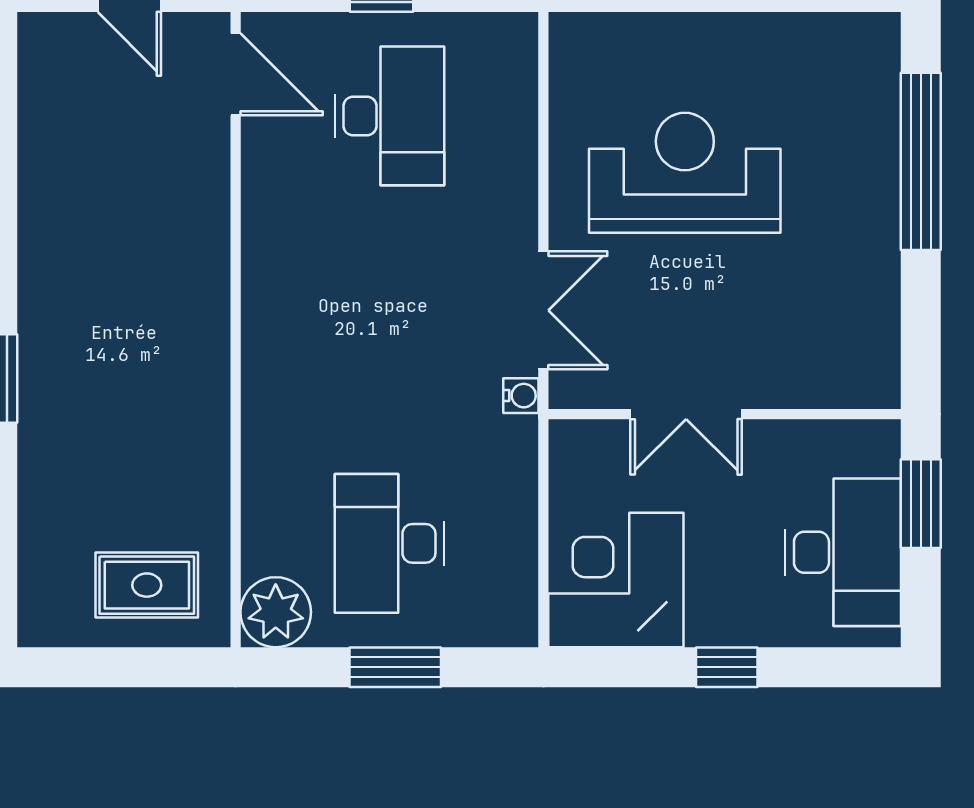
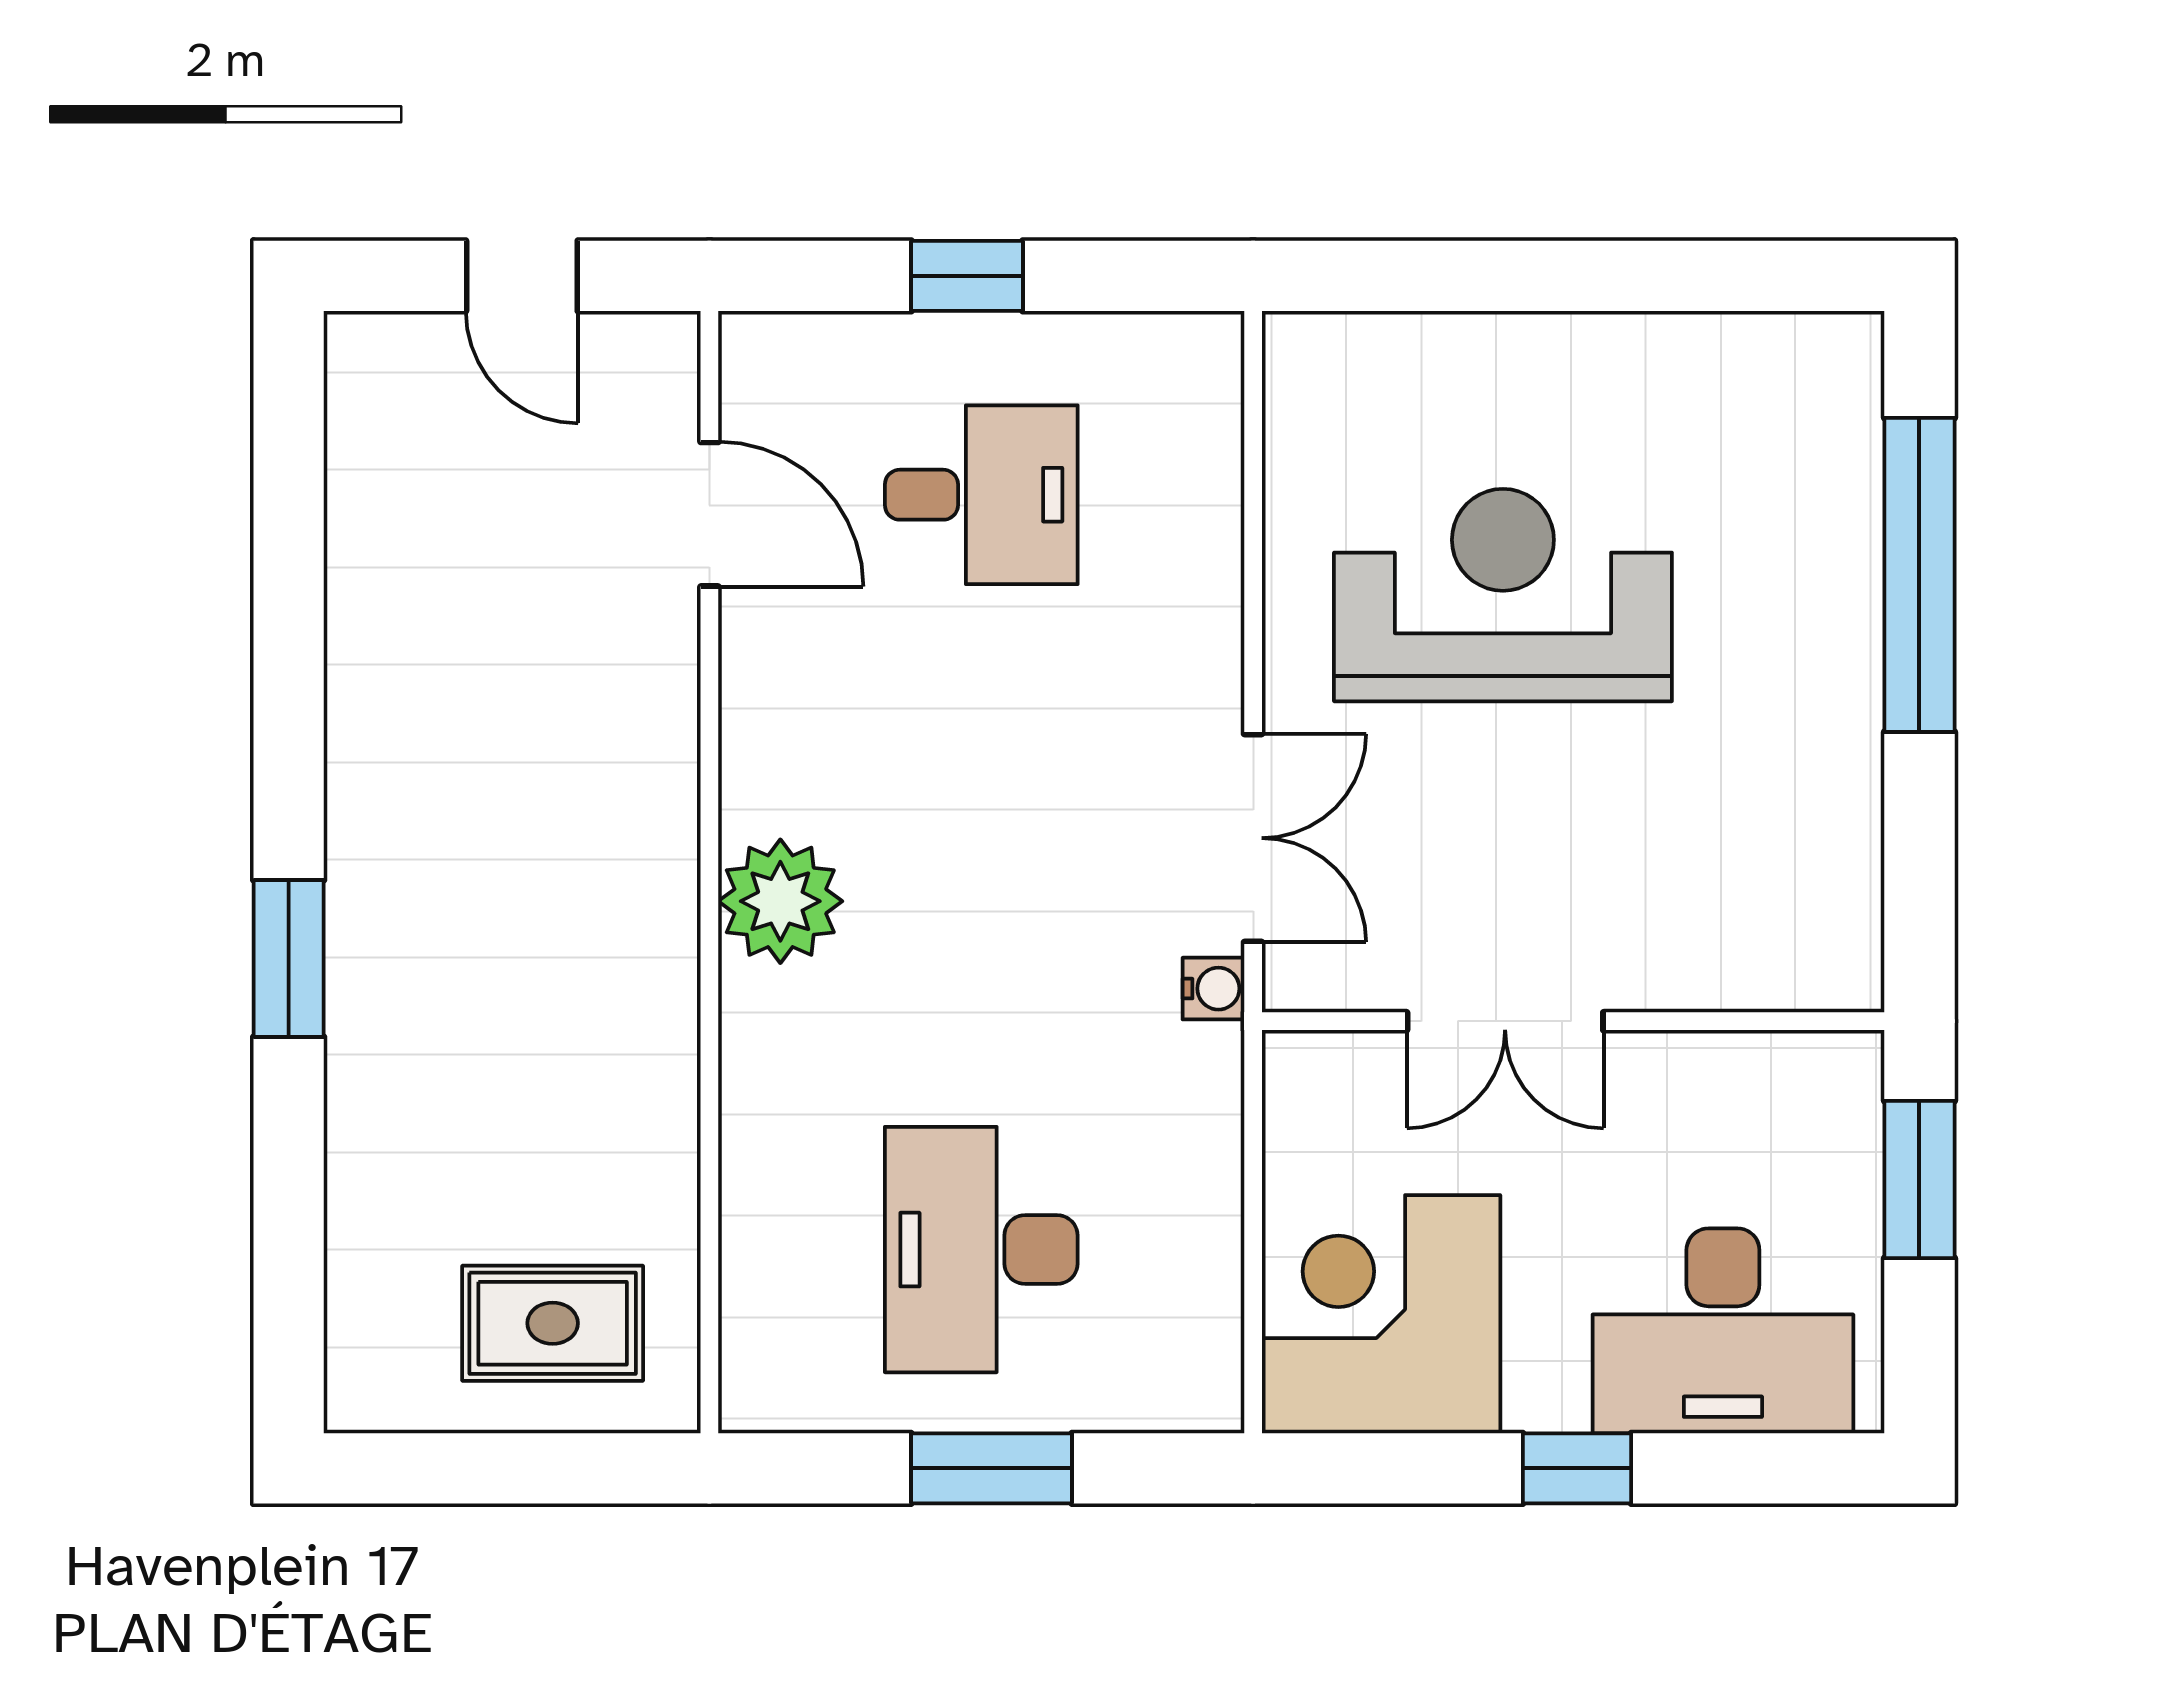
door: (236, 74) -> (709, 514), moved
desk: (389, 116) -> (981, 495), width x0.73
desk: (843, 552) -> (1723, 1331), moved, turned 90
plant: (276, 612) -> (780, 901), moved

